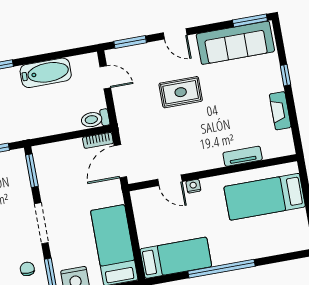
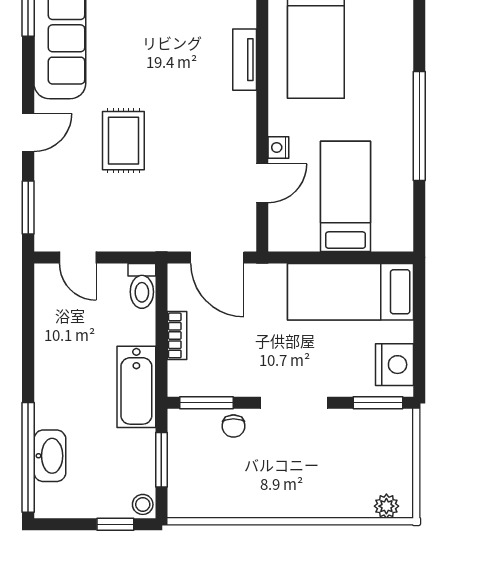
bathtub: (46, 73) -> (136, 387), moved, turned 180
door: (105, 77) -> (78, 258), swing flipped
bookcase: (98, 140) -> (177, 335), moved
bed: (176, 258) -> (346, 196), moved
chair: (27, 269) -> (233, 426), moved, turned -90

